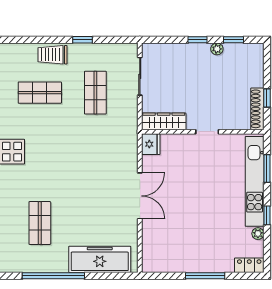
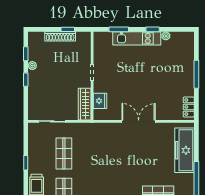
shop shelf: (95, 93) -> (64, 153), turned 90
shoe rack: (257, 109) -> (60, 36), moved
fridge: (151, 144) -> (100, 101), moved, turned 90
kitchen unit: (255, 181) -> (137, 38), width x0.73
locker: (249, 265) -> (189, 107), moved

